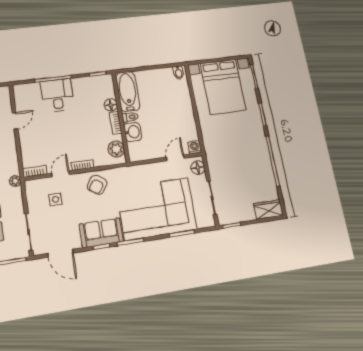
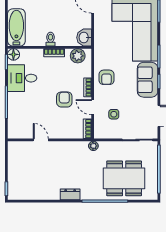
bathtub: (128, 92) -> (16, 27), moved, turned 90
desk: (57, 95) -> (22, 78), moved
floor lamp: (111, 105) -> (13, 54), moved
washbasin: (133, 132) -> (84, 38), moved, turned -90
armchair: (65, 141) -> (64, 99), added
armchair: (97, 185) -> (107, 77), turned 56

